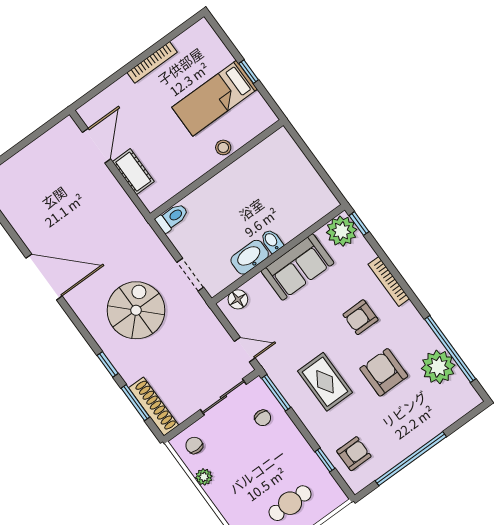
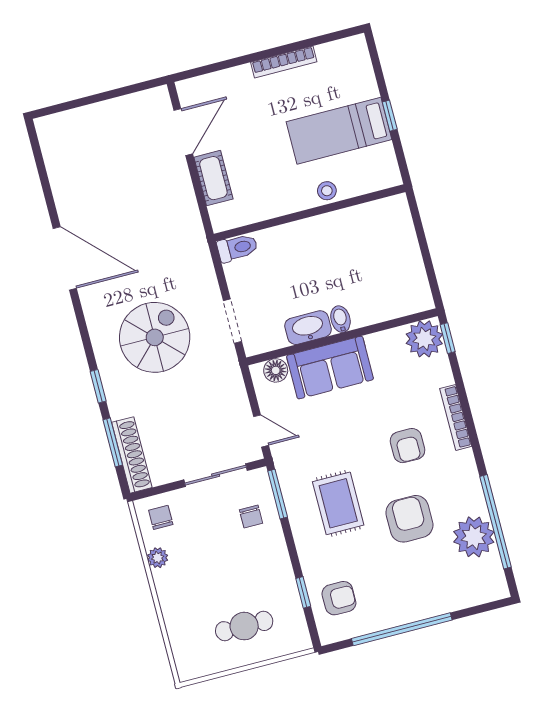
sofa: (297, 267) -> (330, 368), moved
armchair: (360, 317) -> (408, 446), turned -90

